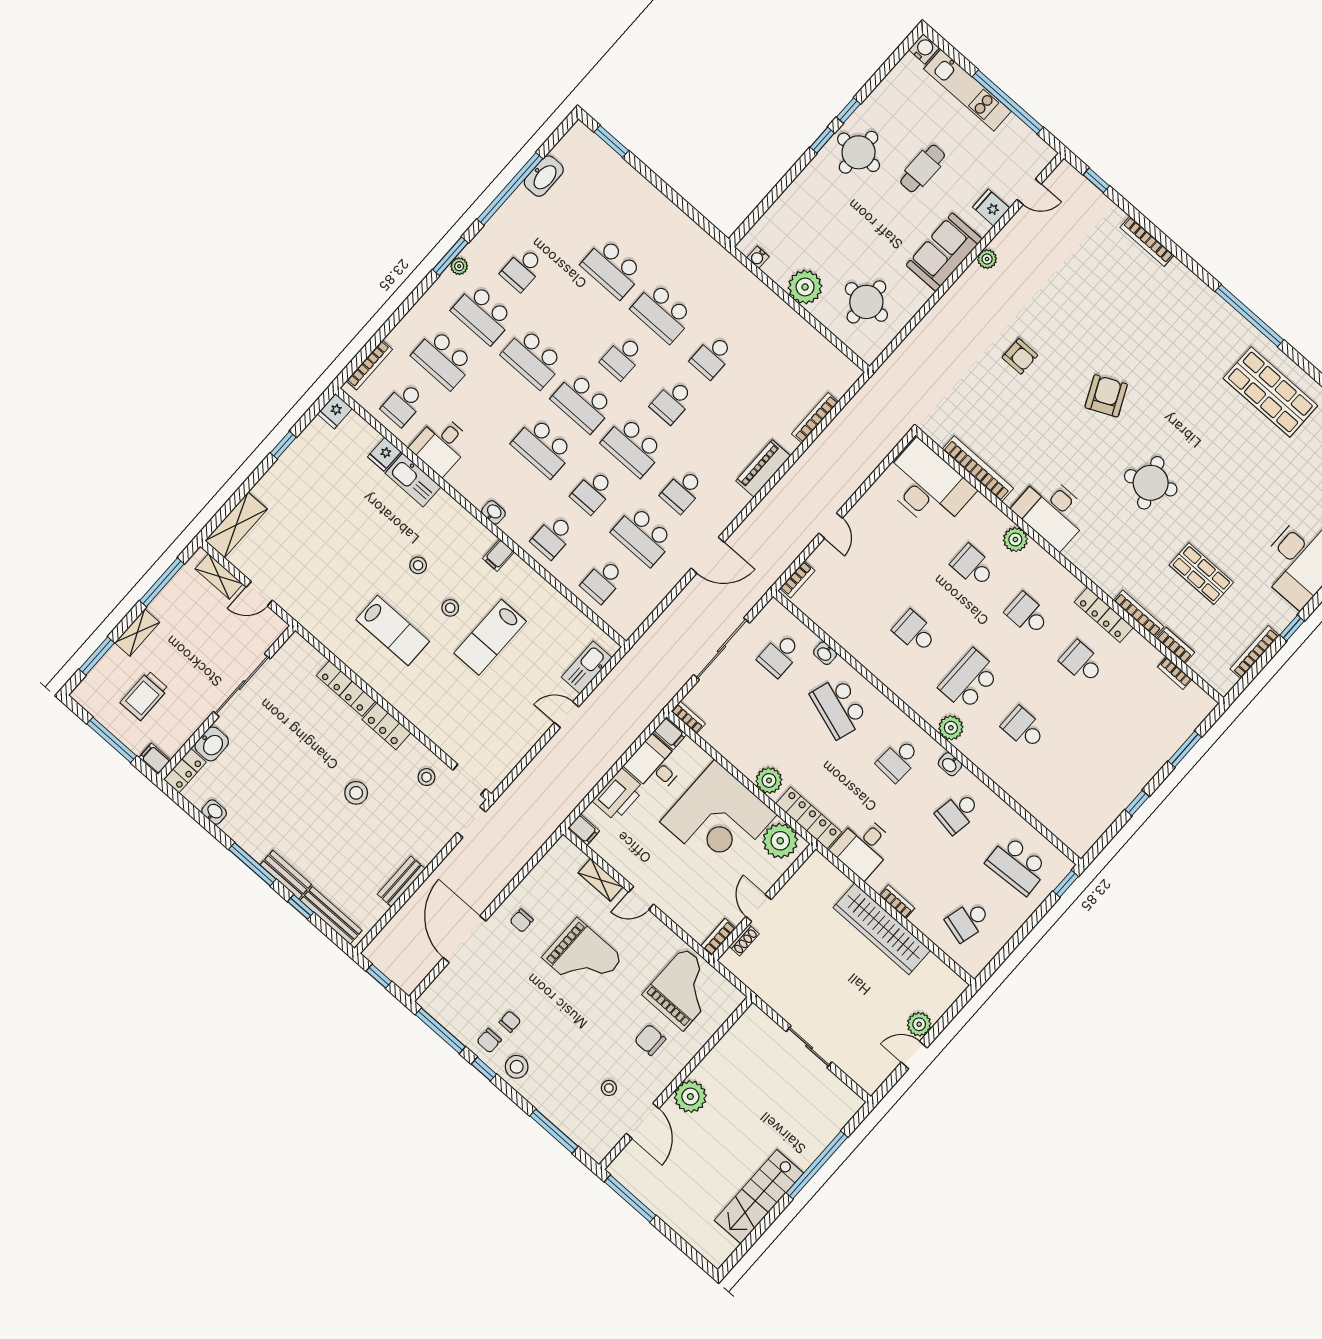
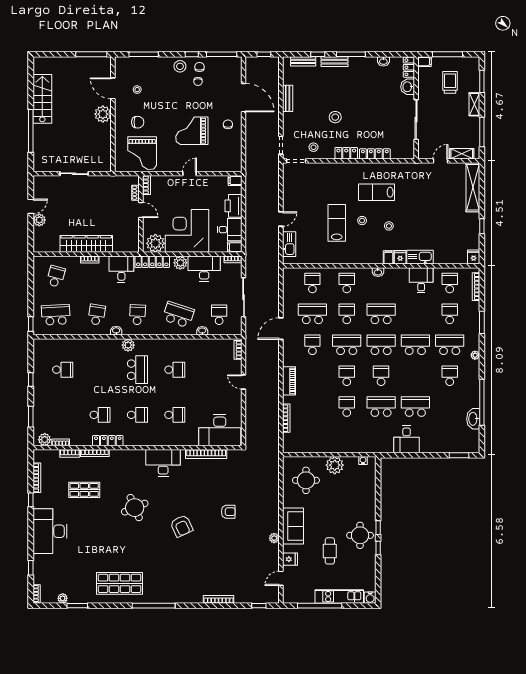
desk: (667, 232) -> (407, 439), added
window: (450, 256) -> (482, 322), moved
armchair: (1020, 356) -> (228, 512), turned 180
school desk: (443, 359) -> (450, 314), width x0.54
fridge: (384, 454) -> (400, 257), moved
shelving: (236, 525) -> (473, 187), width x1.47
plant: (1015, 540) -> (45, 440), moved
filing cabinet: (498, 555) -> (388, 257), moved
school desk: (1024, 728) -> (63, 370), moved
desk: (742, 741) -> (204, 269), added
shelving: (601, 880) -> (211, 167), removed
bench: (331, 915) -> (303, 61), width x0.73

